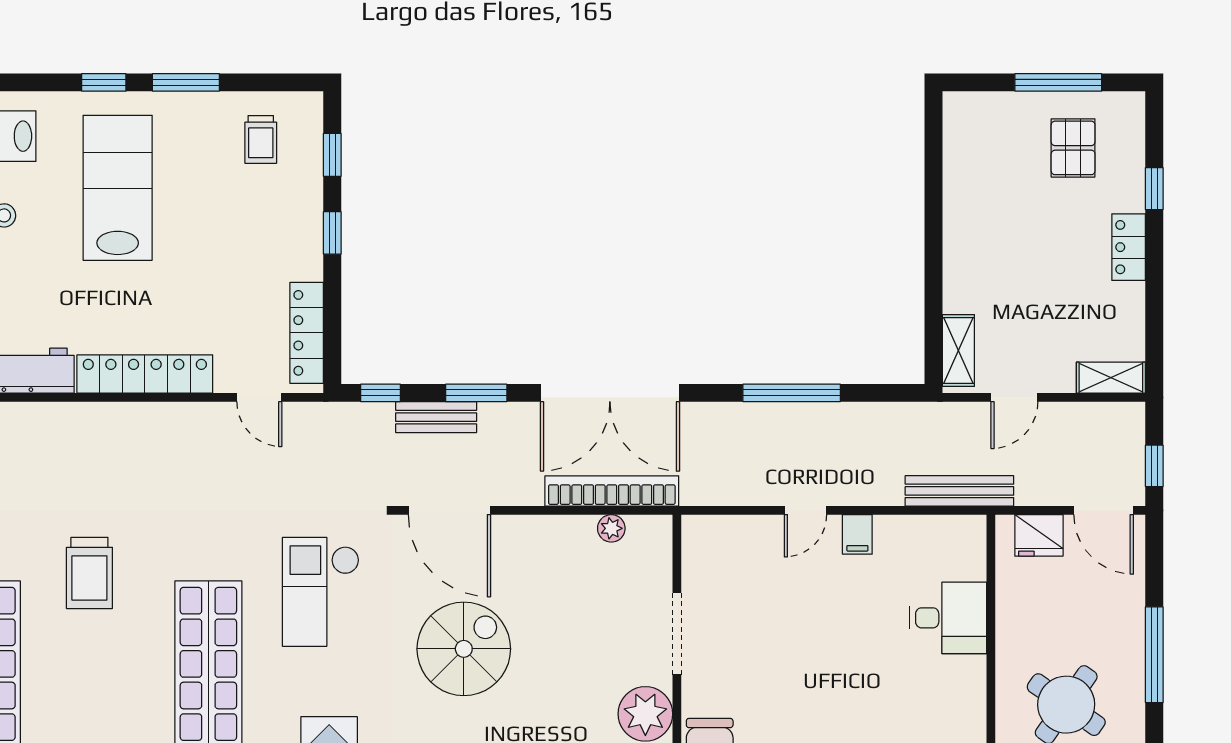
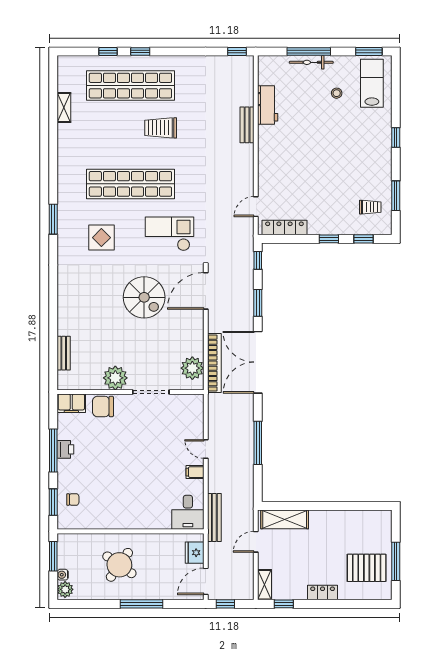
window: (186, 82) -> (396, 196), moved
trolley: (261, 139) -> (370, 207), turned 180
pallet: (1073, 148) -> (367, 568), width x1.50, depth x1.42
lab bench: (118, 188) -> (349, 144), removed
window: (1154, 189) -> (284, 604), moved
shelving: (958, 350) -> (285, 519), width x1.50, depth x1.33
locker: (145, 374) -> (266, 156), removed
door: (1014, 397) -> (256, 542), hinge flipped
bench: (436, 417) -> (247, 125), moved
plant: (611, 528) -> (192, 368), width x1.88, depth x1.88
trolley: (89, 573) -> (161, 128), moved
desk: (948, 618) -> (188, 512), moved

